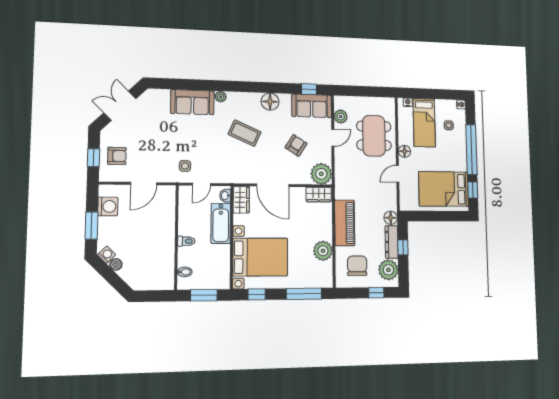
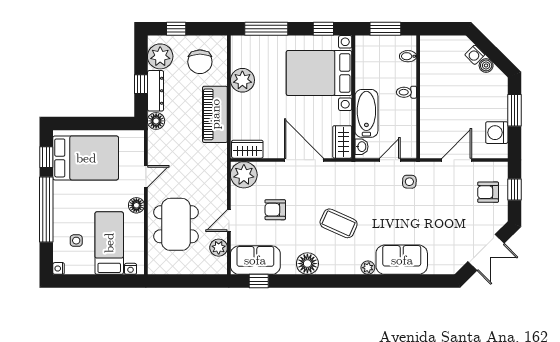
armchair: (296, 145) -> (275, 210), turned 57
washing machine: (107, 255) -> (475, 55), moved

